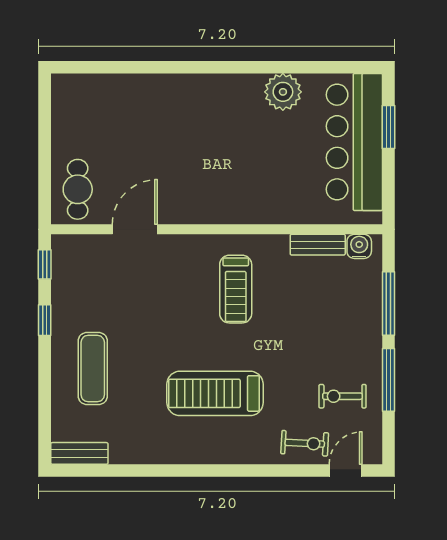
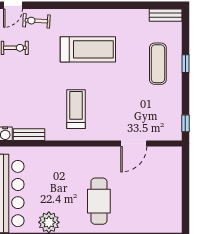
cafe table: (78, 189) -> (99, 201), moved, width x1.37, depth x1.35
window: (45, 320) -> (185, 64), moved

